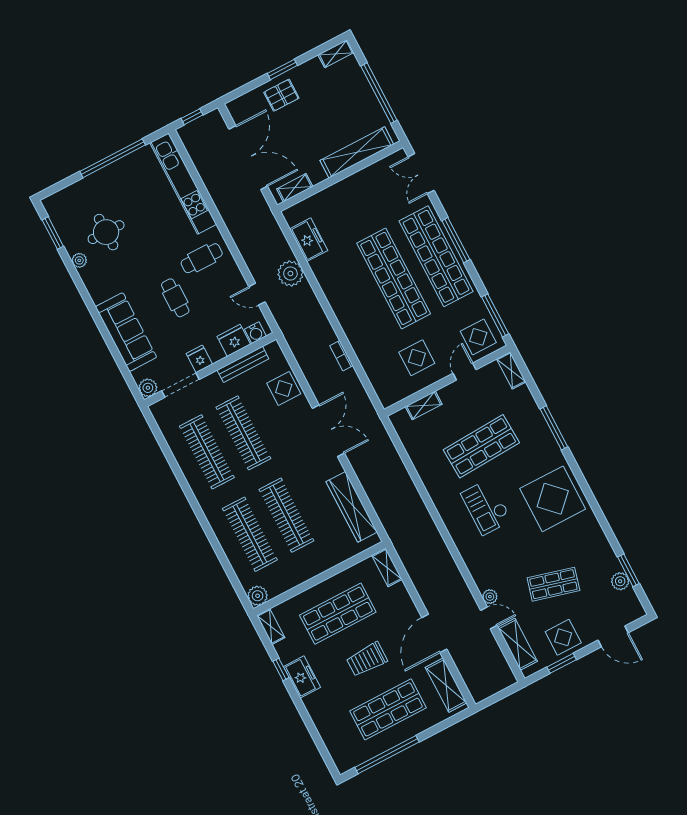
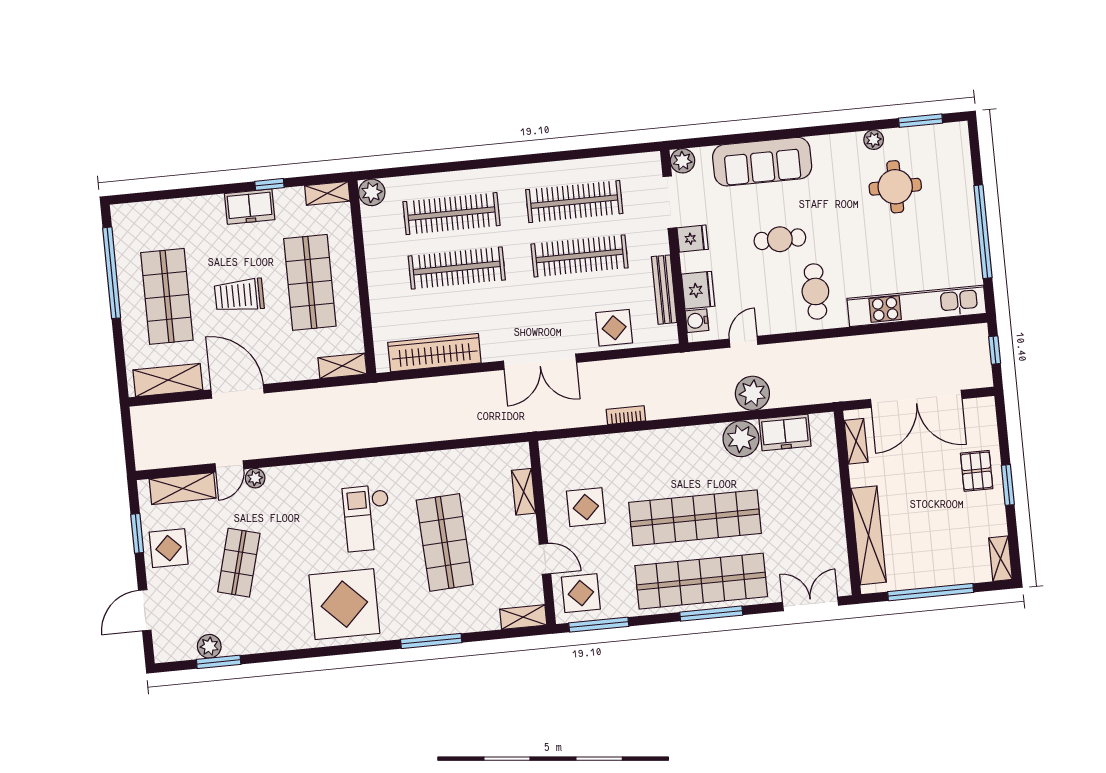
plant: (325, 269) -> (741, 439), added
checkout: (486, 507) -> (367, 518), turned -90
trolley: (367, 659) -> (239, 295), turned -90

